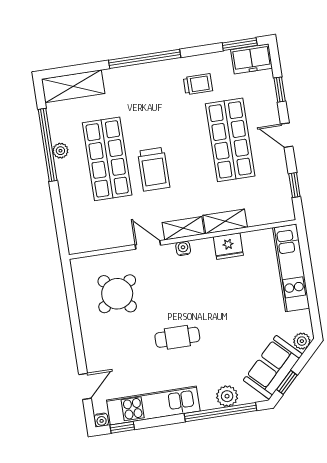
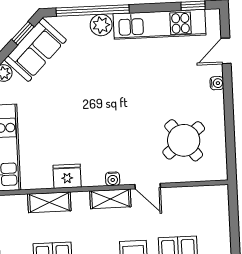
shelving: (225, 221) -> (49, 202), moved
cafe table: (177, 337) -> (128, 90), removed
plant: (227, 396) -> (101, 25), moved
water cooler: (101, 420) -> (217, 83), moved, turned 90

